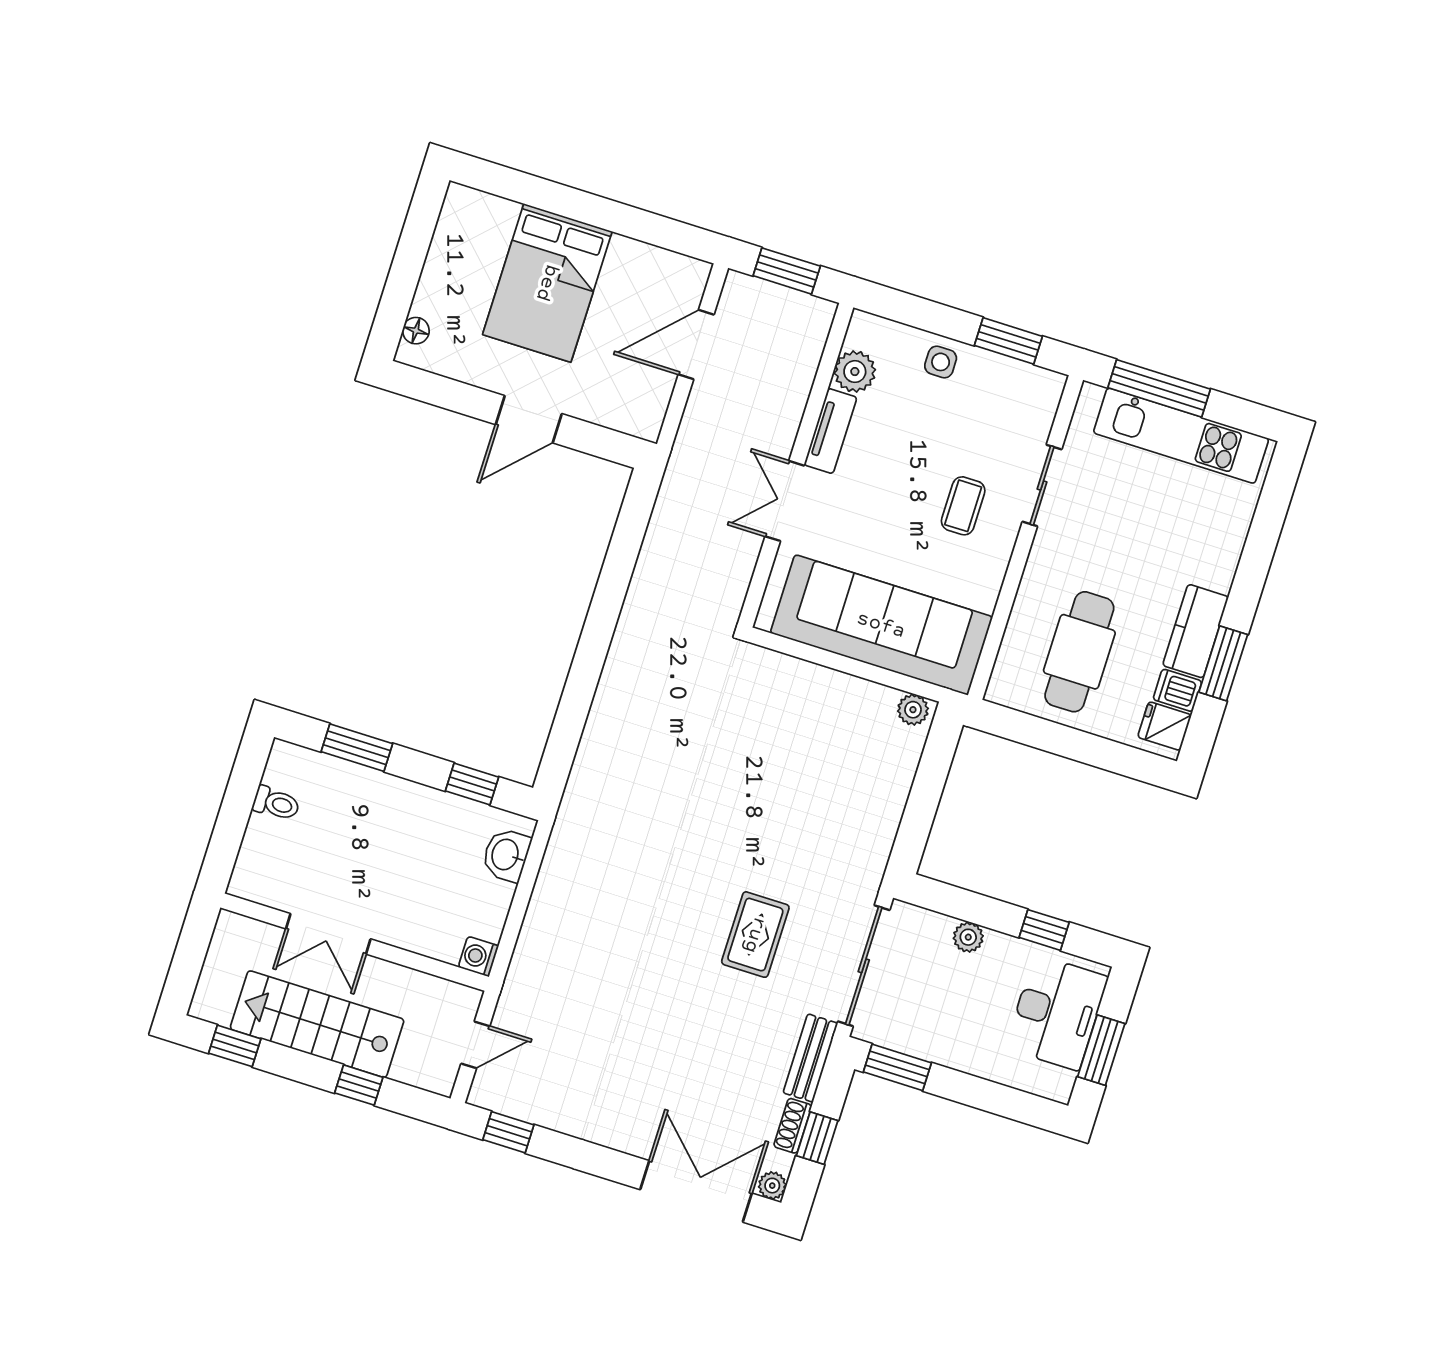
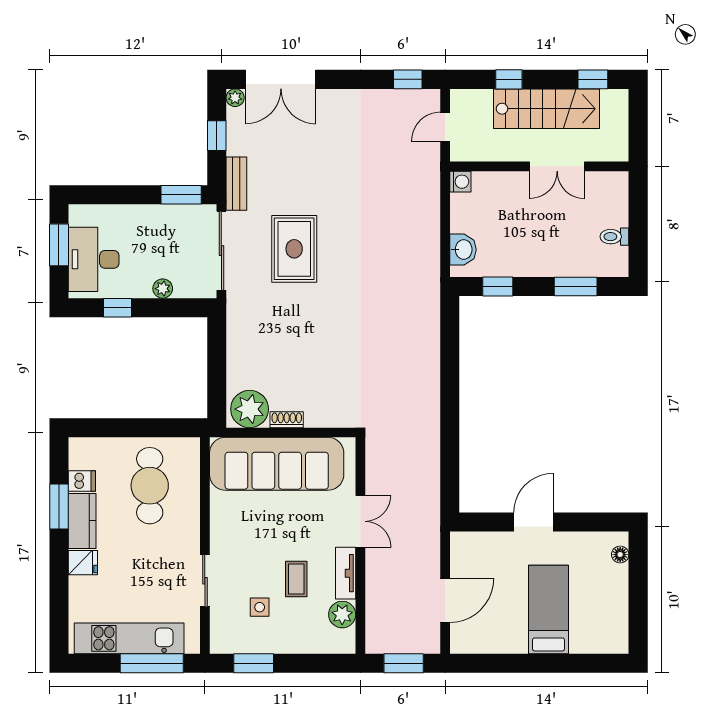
bed: (547, 283) -> (548, 609), width x0.67
side table: (941, 362) -> (260, 607), moved
coffee table: (963, 506) -> (296, 579), moved
plant: (913, 710) -> (250, 409), width x1.88, depth x1.88
fridge: (1164, 726) -> (83, 563), moved
double door: (328, 934) -> (557, 166), swing flipped
rug: (755, 935) -> (294, 249), width x1.36, depth x1.43
shoe rack: (793, 1126) -> (287, 420), moved, turned -90

